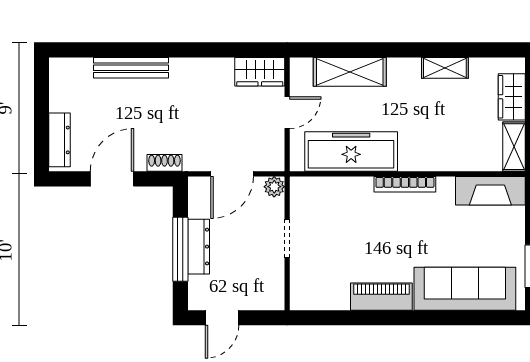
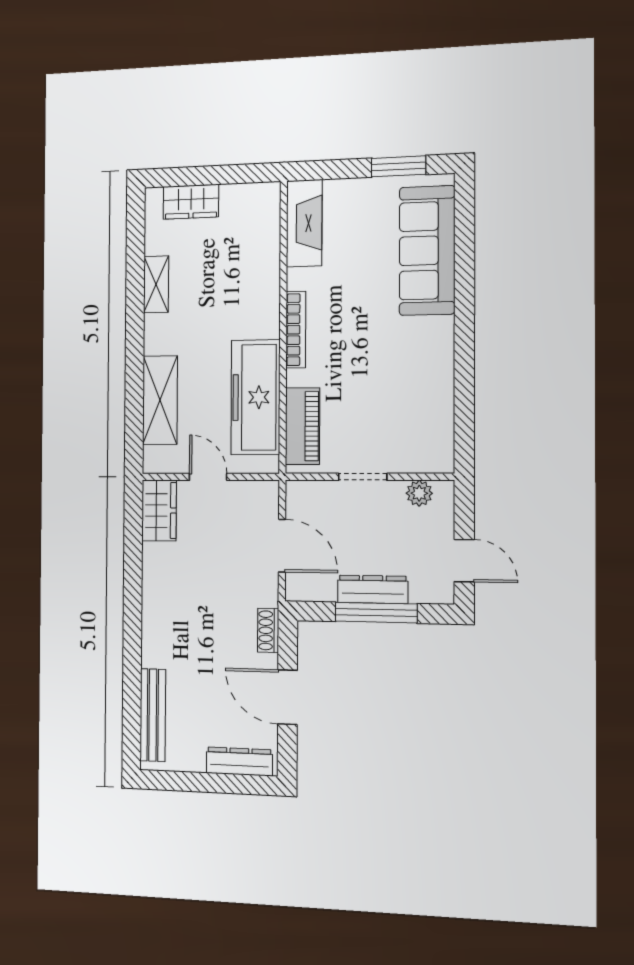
bench: (131, 68) -> (153, 715), moved
shelving: (514, 147) -> (251, 196), removed
plant: (274, 187) -> (419, 493), moved
piano: (381, 297) -> (303, 426), moved, turned 180

